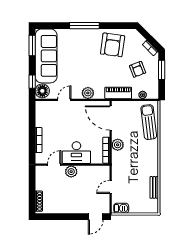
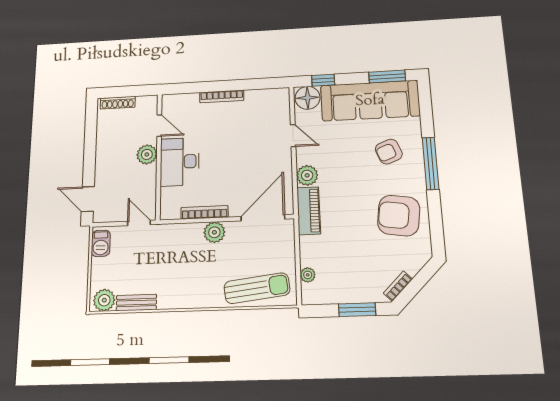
armchair: (138, 69) -> (389, 152), moved
piano: (118, 93) -> (309, 211), moved
desk: (76, 153) -> (180, 162), moved
door: (54, 165) -> (159, 126), moved
wall: (72, 165) -> (159, 156), moved
plant: (71, 172) -> (147, 154), moved
plant: (152, 205) -> (104, 300), added

